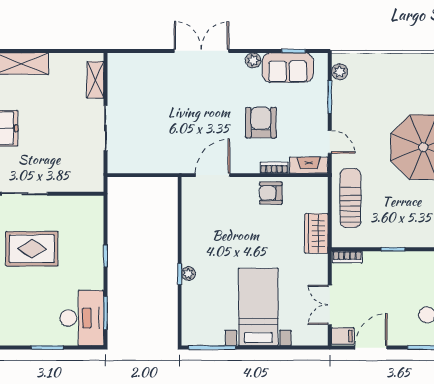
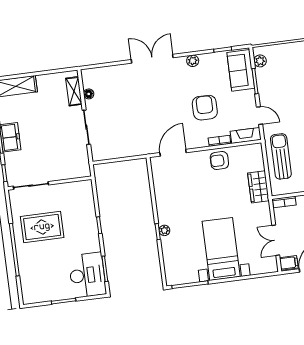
sofa: (288, 68) -> (241, 70), moved, turned 90
floor lamp: (114, 86) -> (89, 94), added

